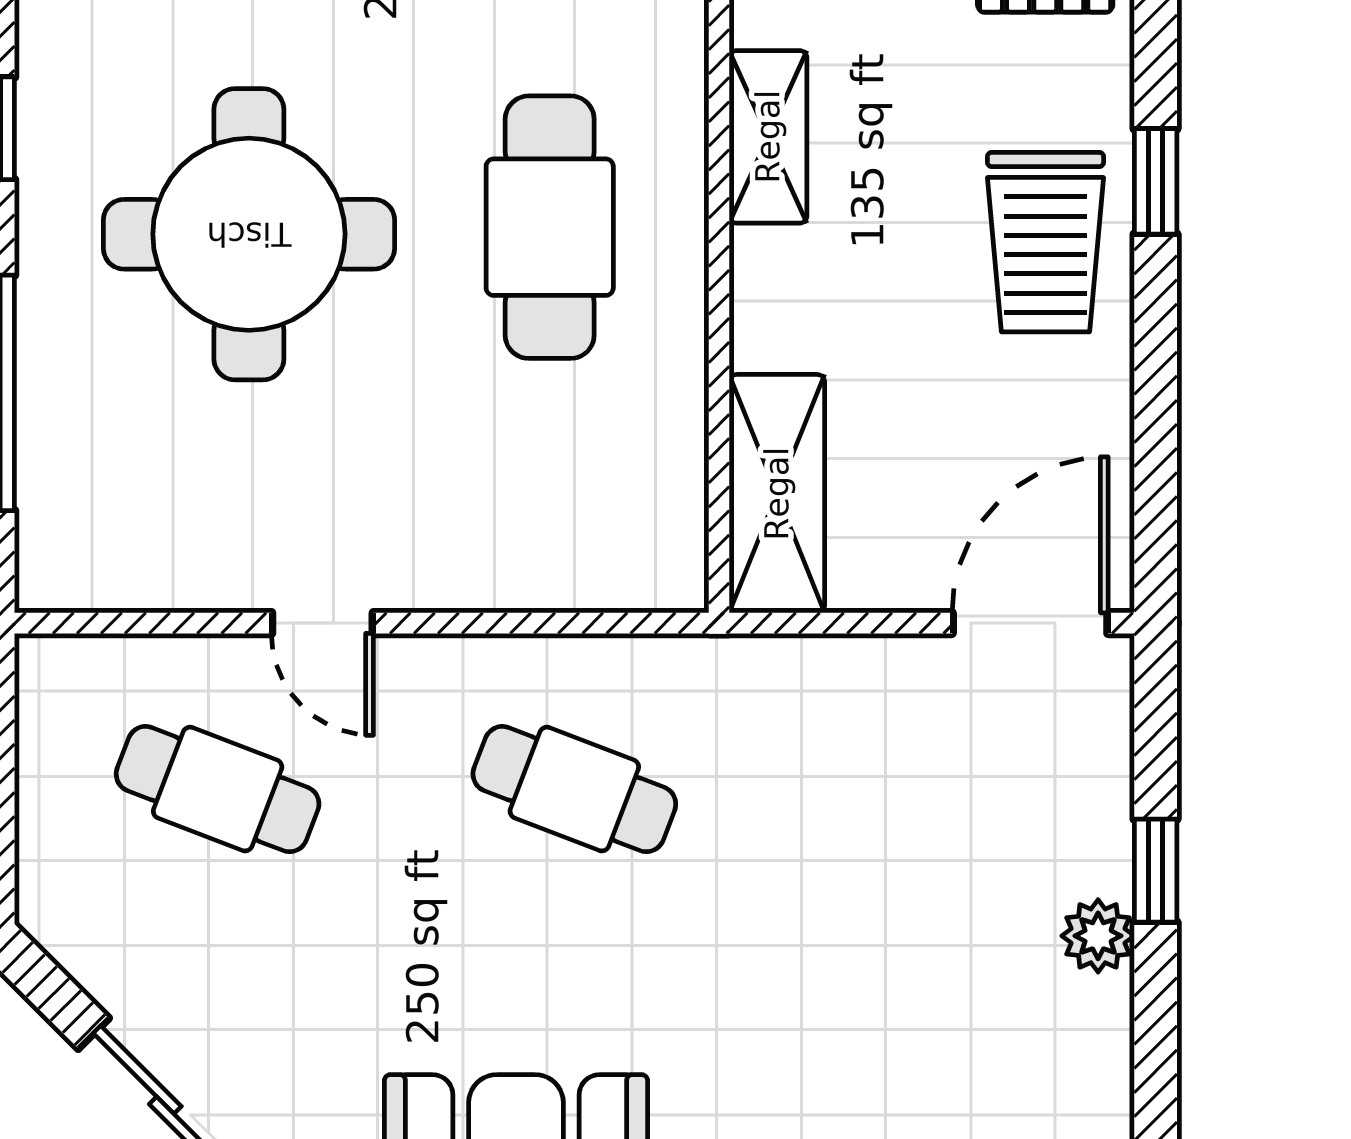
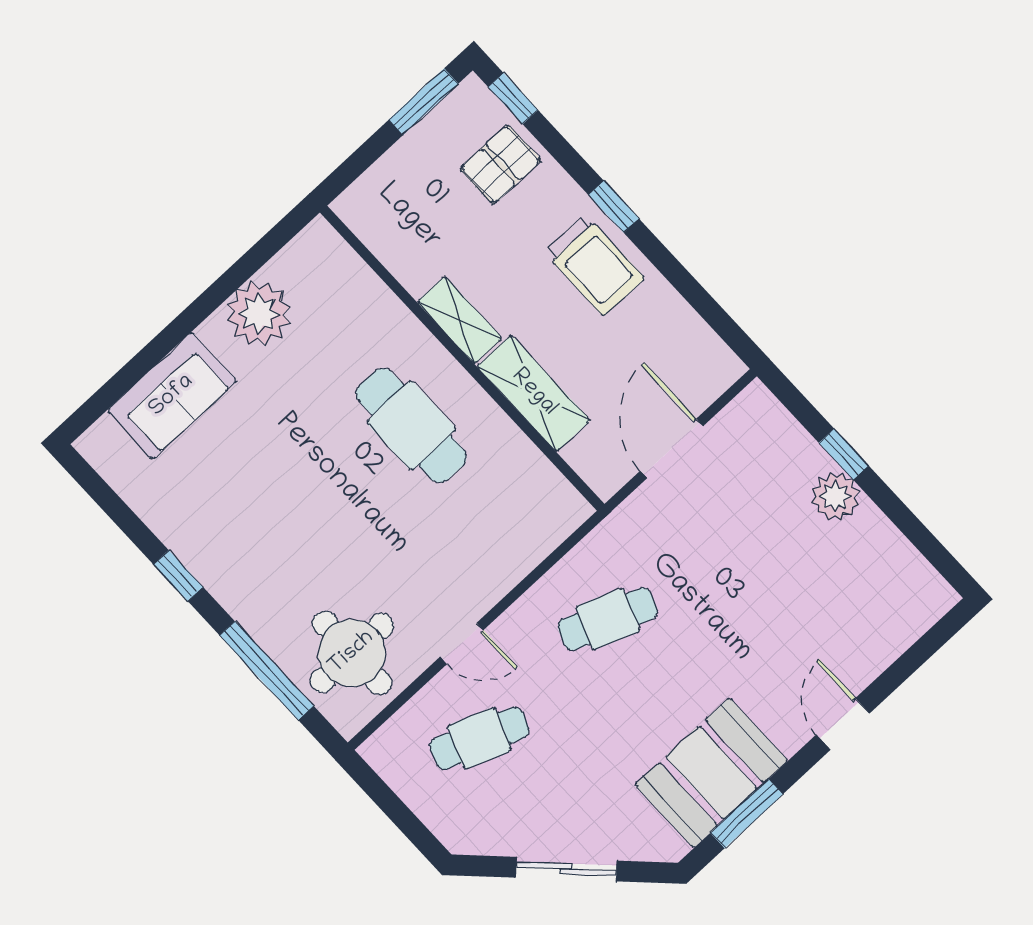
round table: (249, 234) -> (352, 653), moved, width x0.73, depth x0.73
shelving: (777, 494) -> (534, 393), moved
door: (1030, 623) -> (672, 448), moved
plant: (1098, 936) -> (835, 497), width x1.38, depth x1.38

